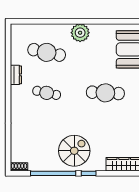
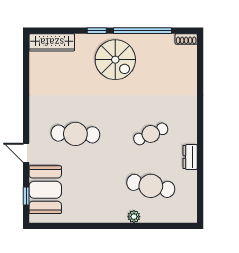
plant: (80, 33) -> (134, 217), moved, width x0.53, depth x0.53
cafe table: (47, 93) -> (151, 134), turned -36
spiral stairs: (74, 151) -> (115, 60), turned -90

